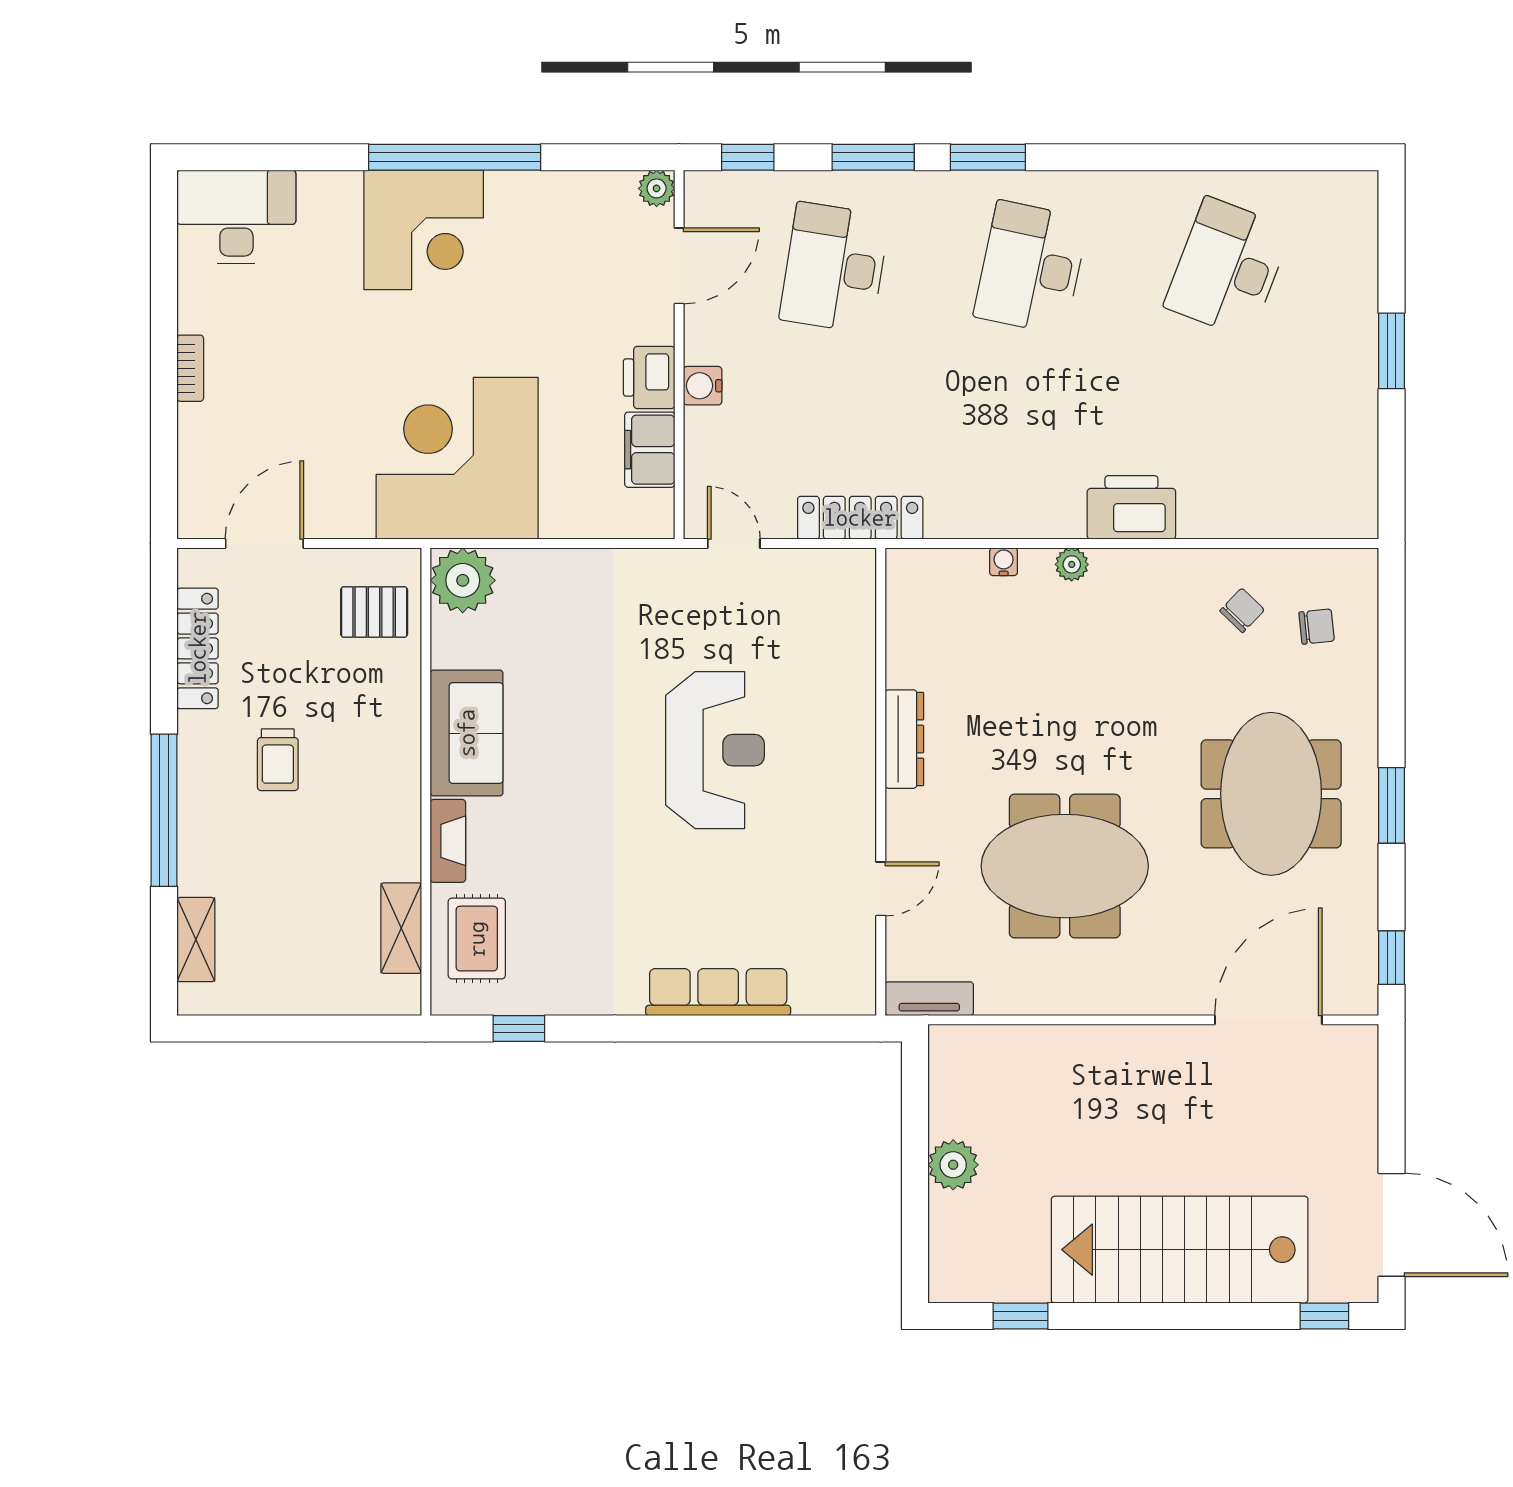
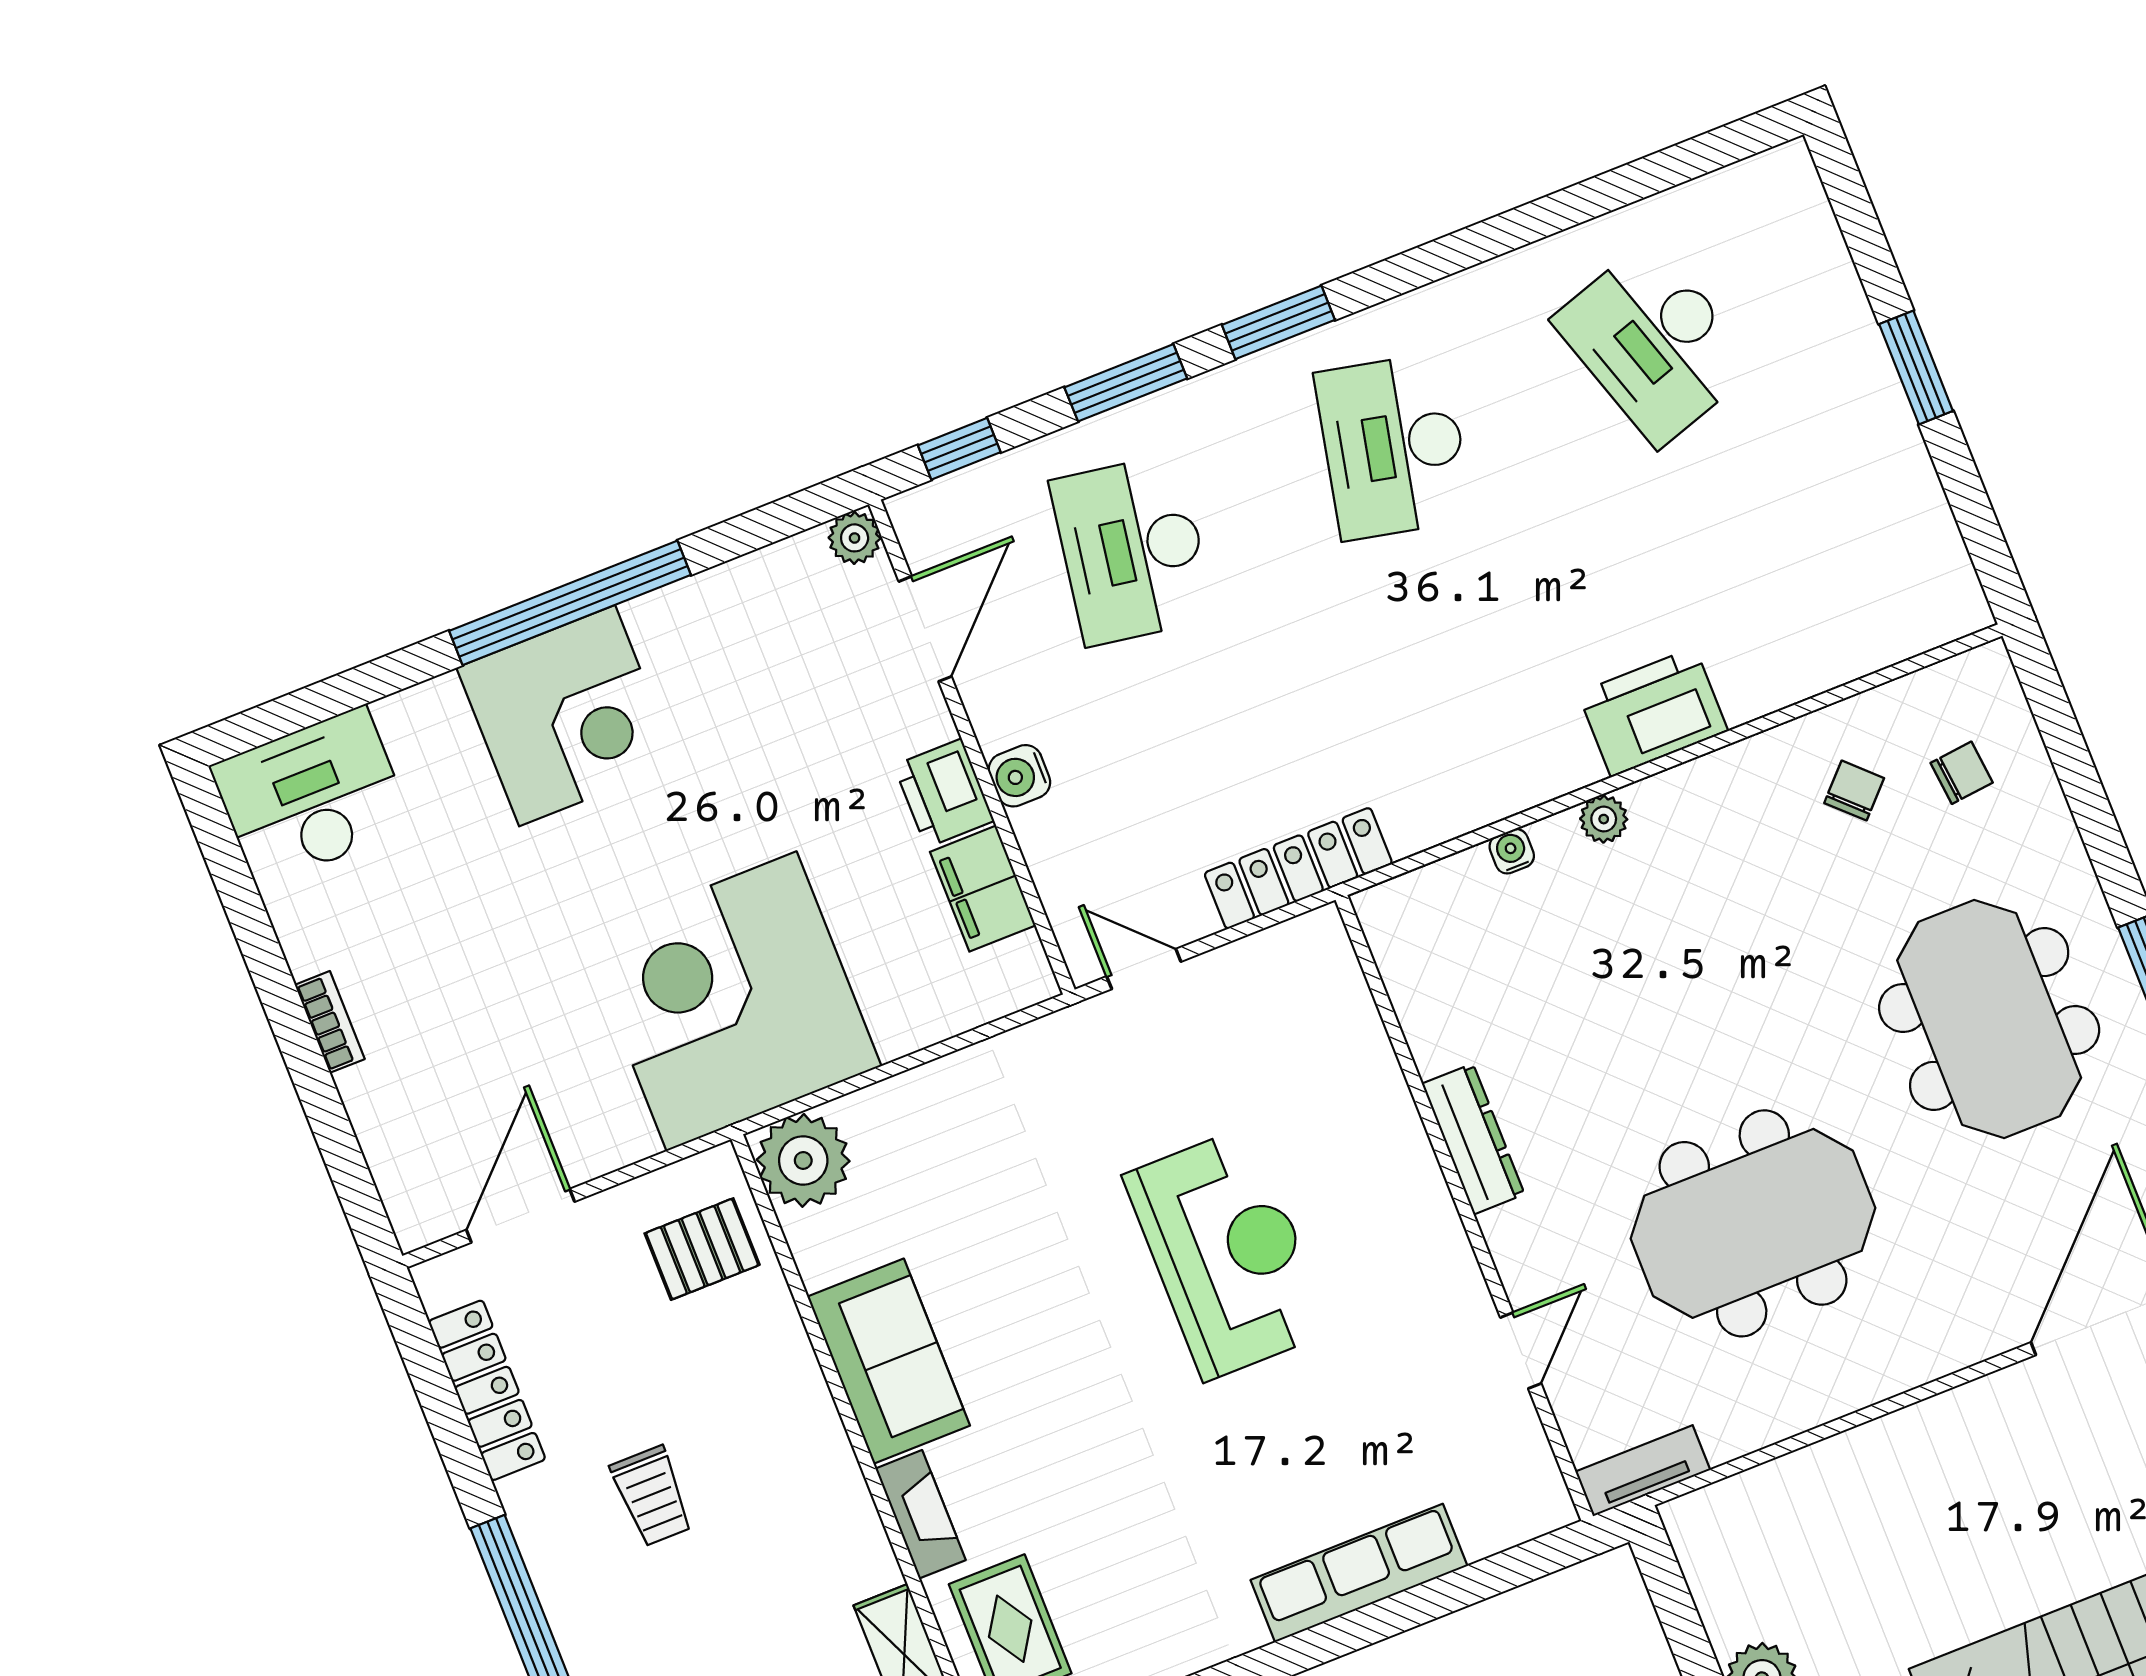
desk: (1228, 268) -> (1655, 343), turned -39

